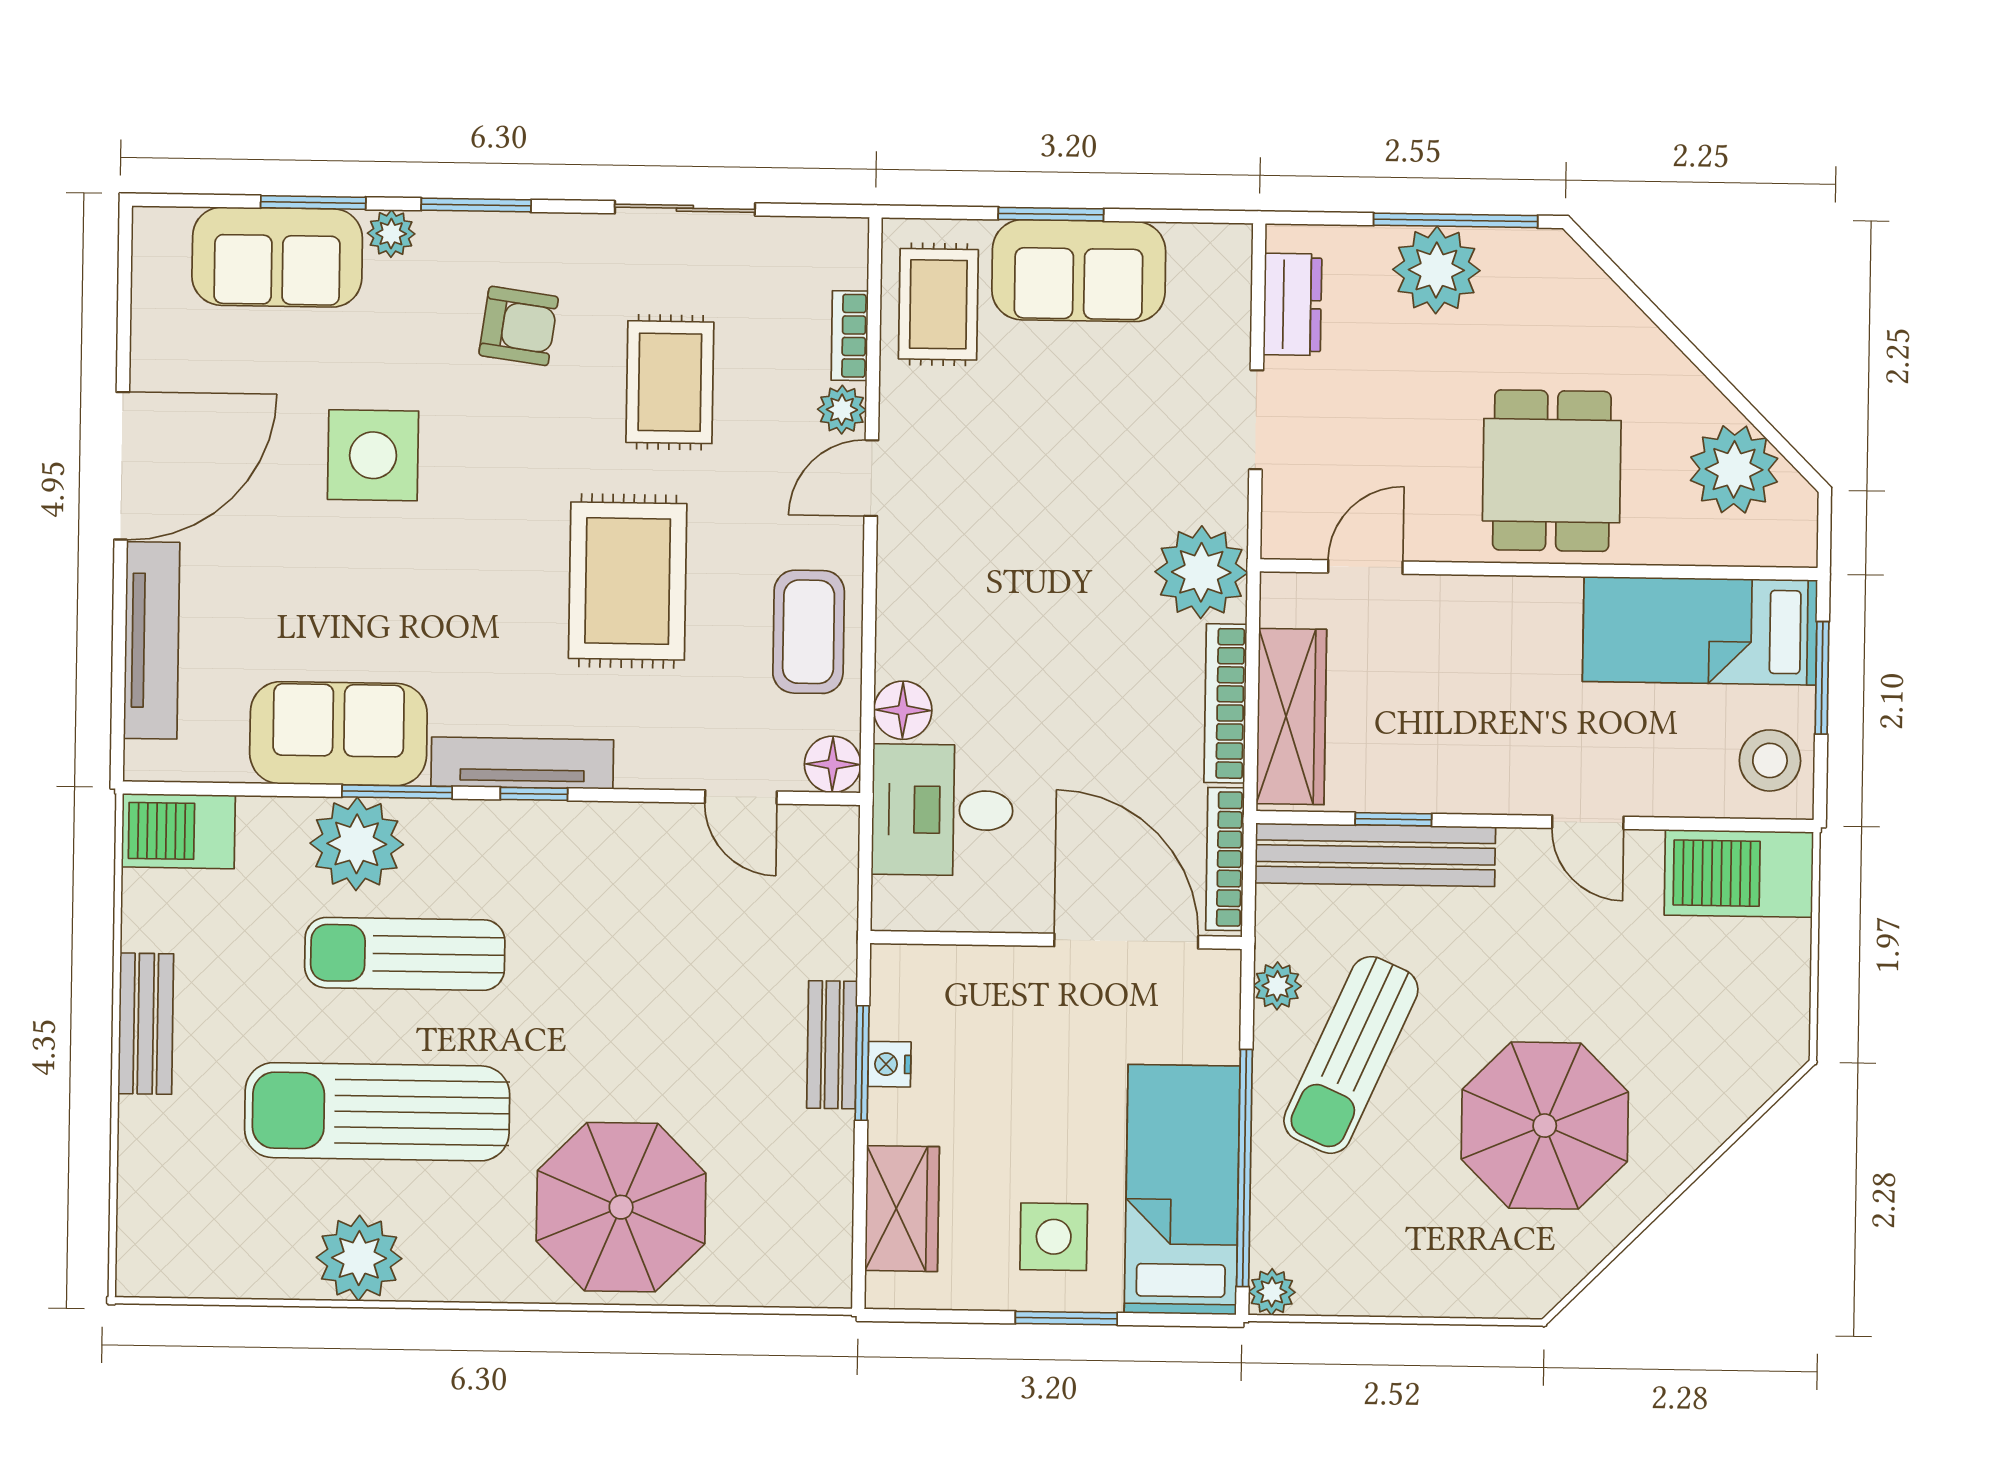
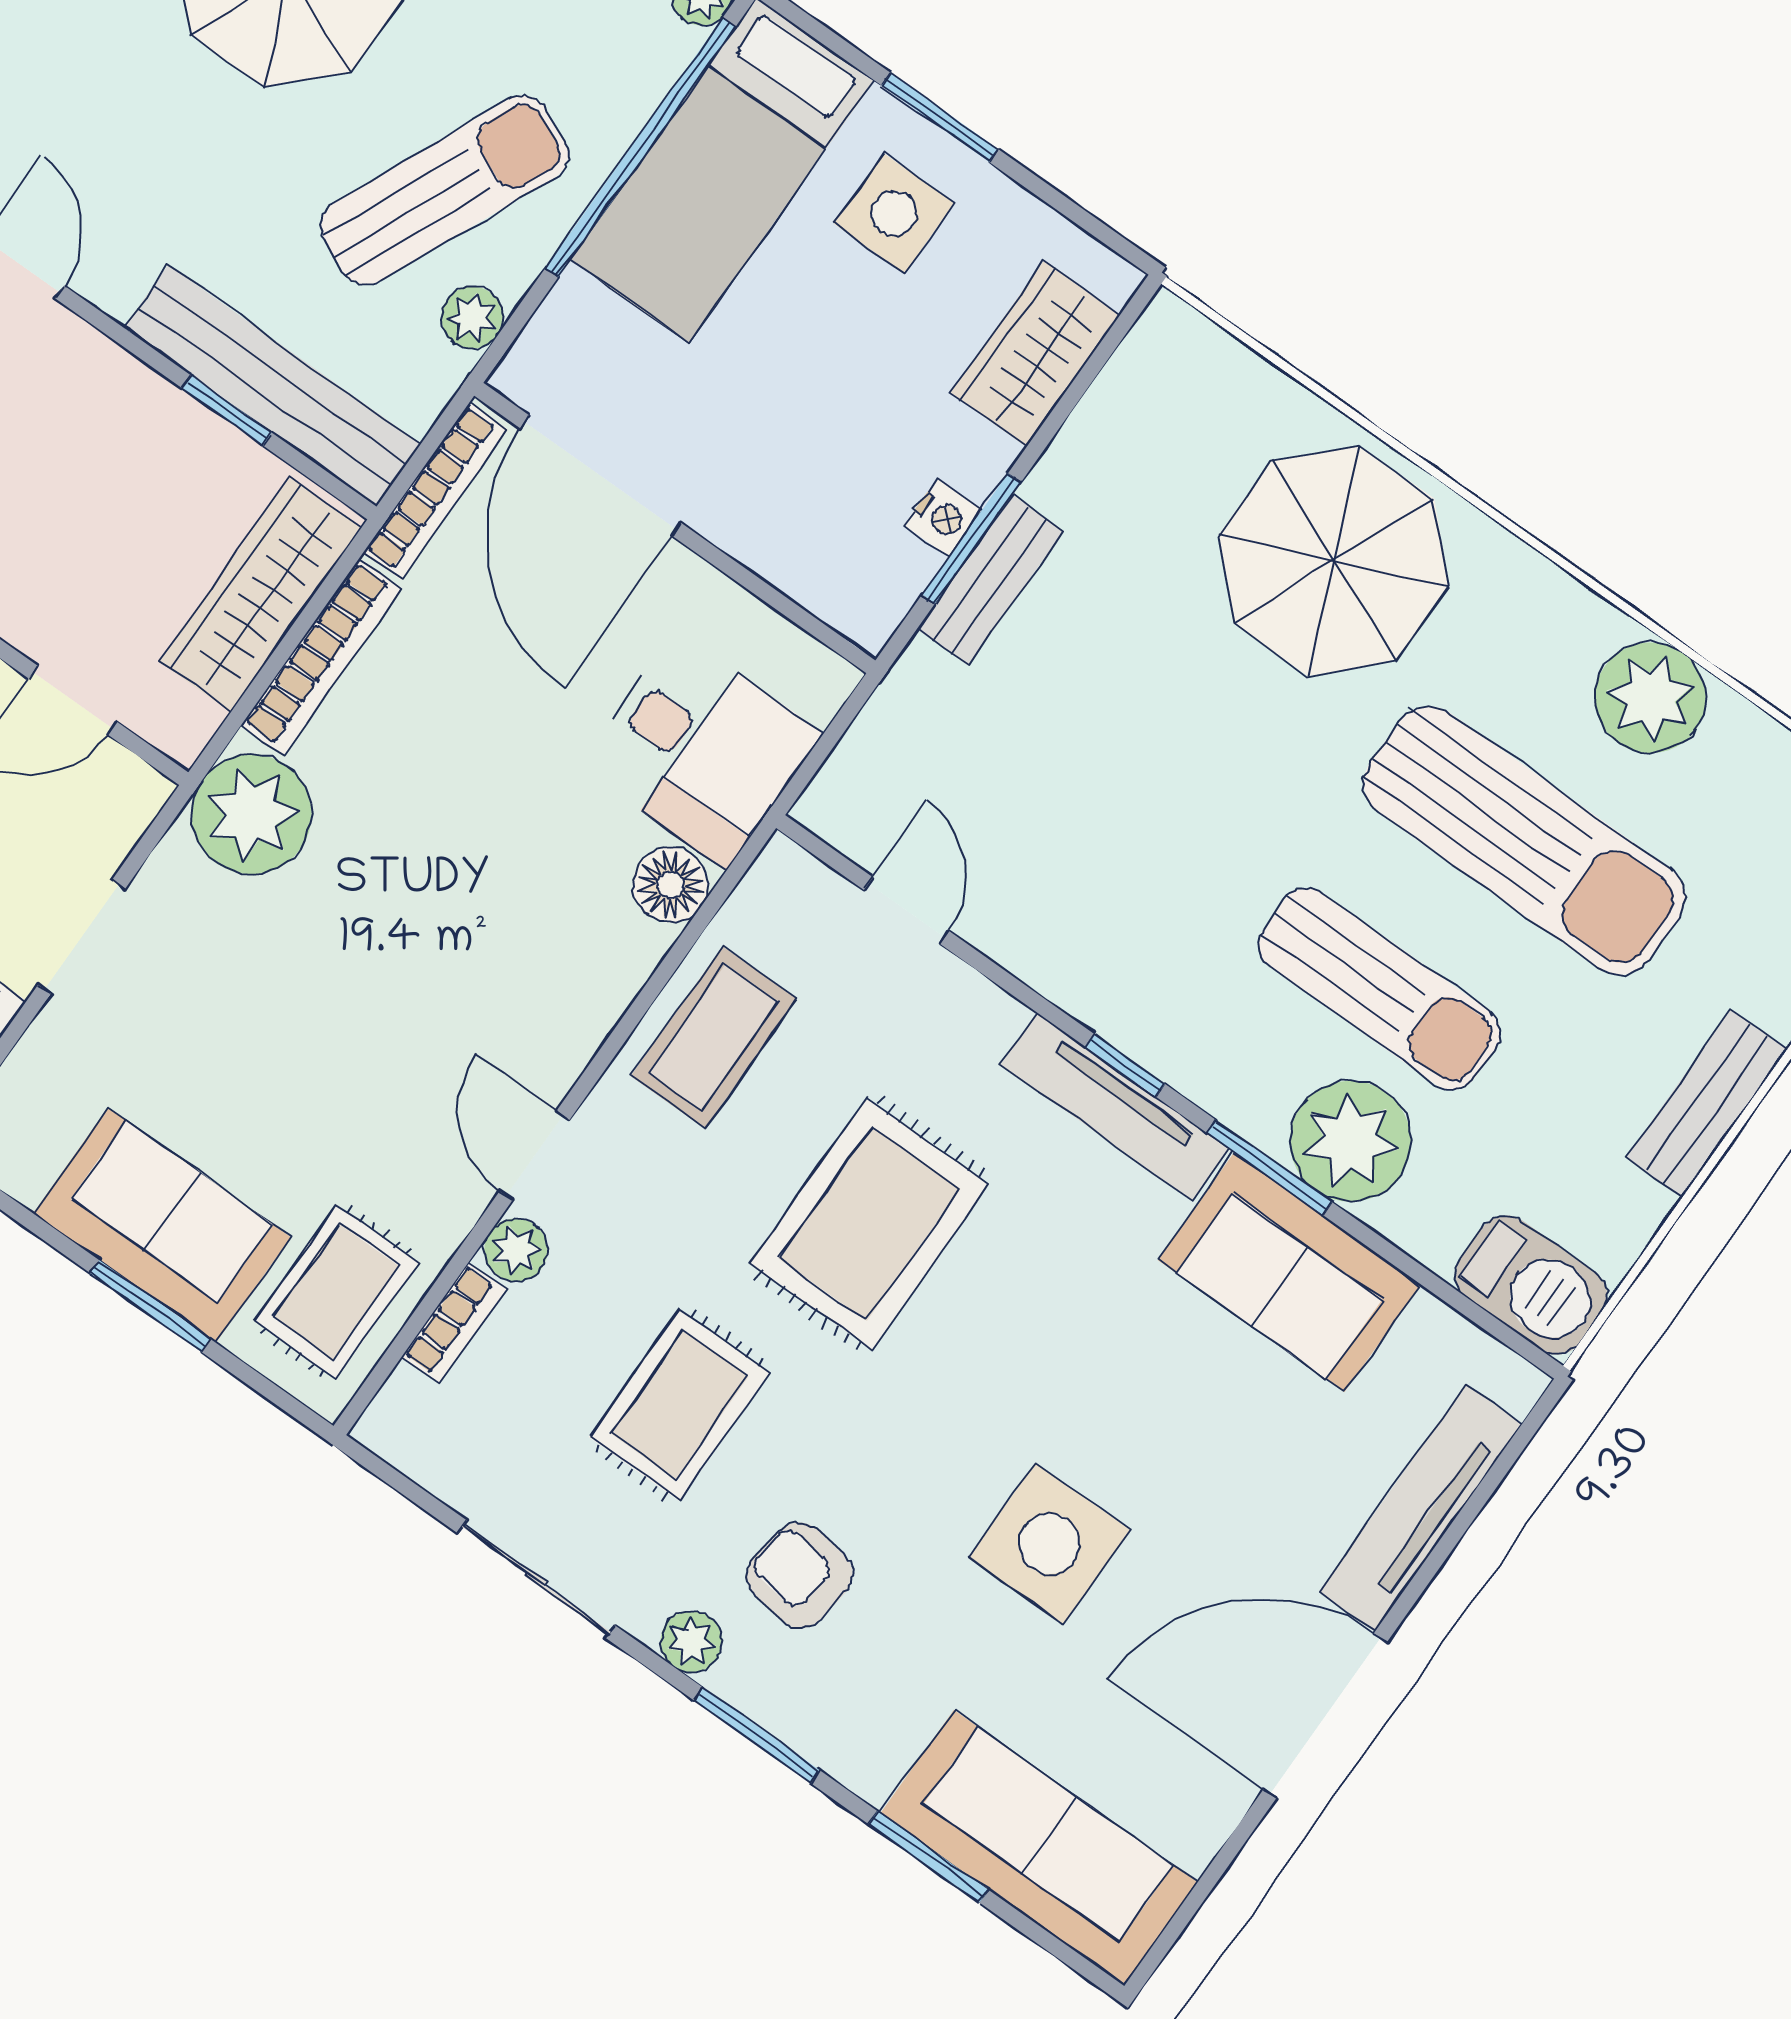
plant: (391, 234) -> (691, 1642), moved
sofa: (277, 257) -> (1039, 1848), width x1.36
door: (871, 478) -> (535, 1156), swing flipped
floor lamp: (833, 764) -> (785, 879), removed

